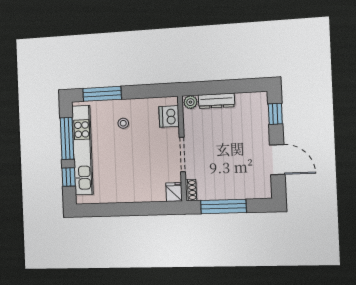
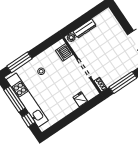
window: (275, 114) -> (120, 17), removed
fridge: (174, 192) -> (80, 99), moved

